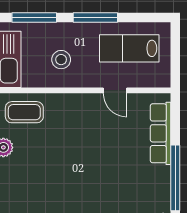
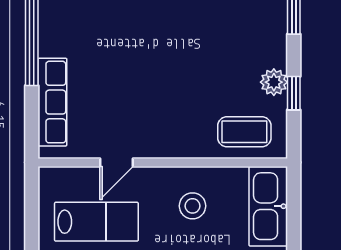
door: (115, 90) -> (117, 162), swing flipped

